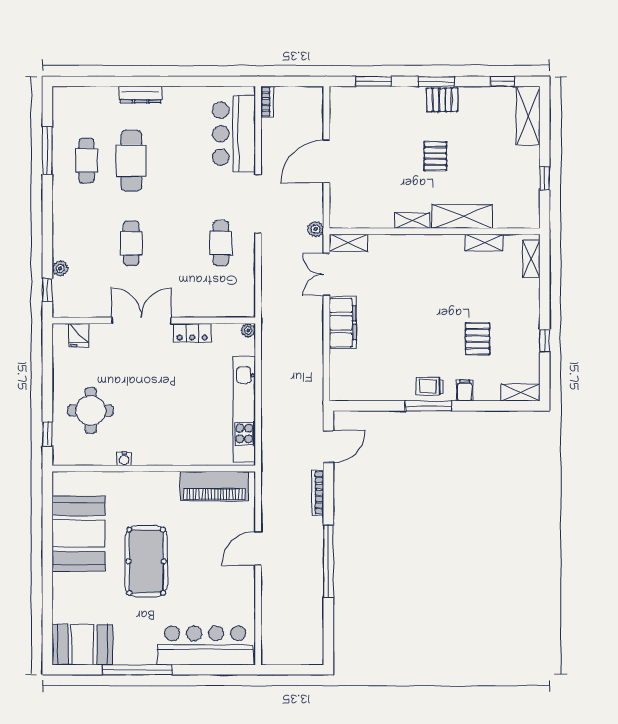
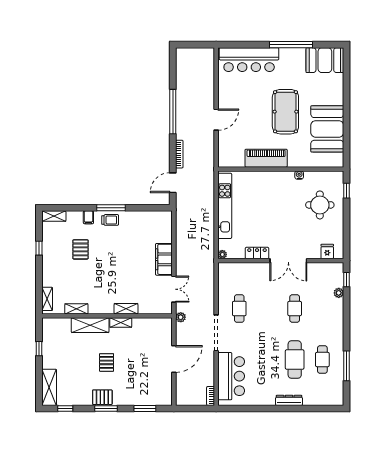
shelving: (348, 243) -> (126, 309), moved
piano: (214, 486) -> (266, 158), moved

